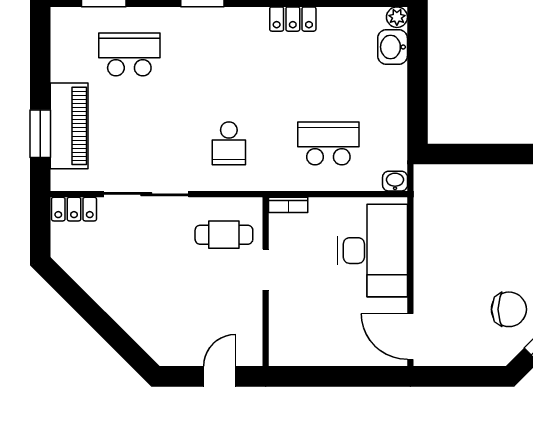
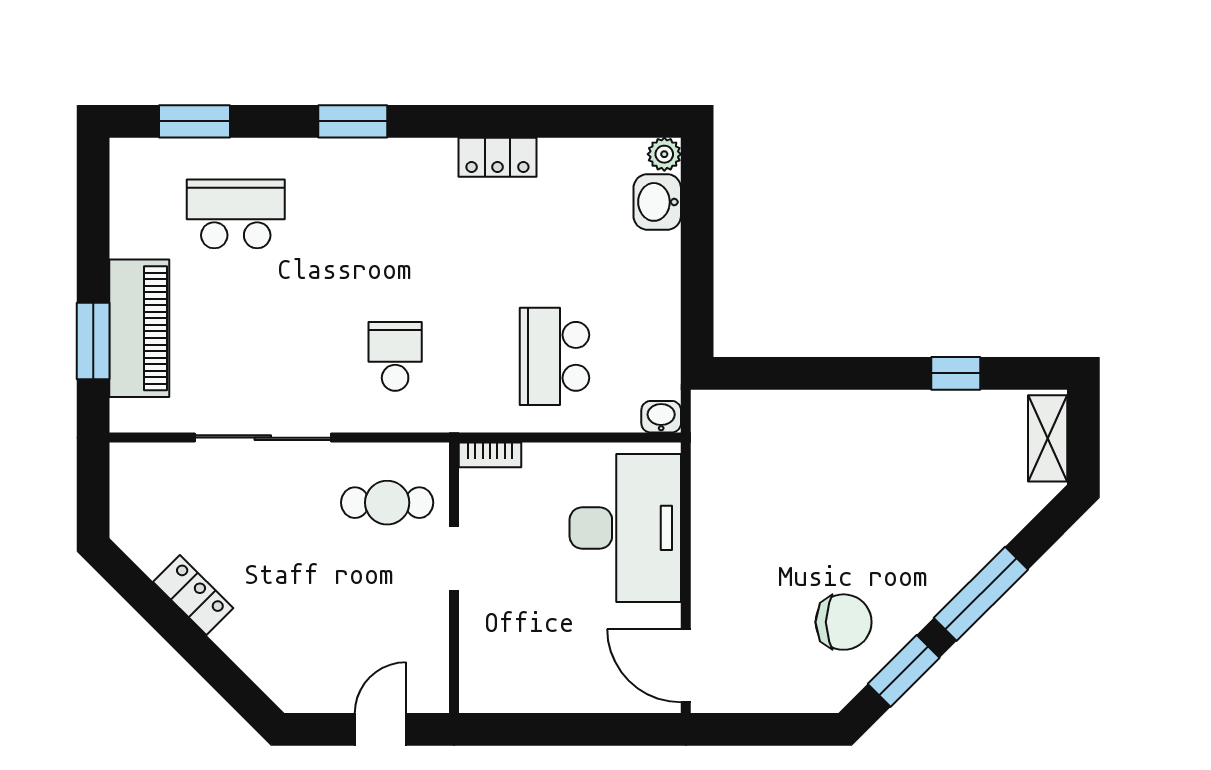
school desk: (229, 143) -> (395, 356), turned 180
school desk: (328, 143) -> (554, 356), turned -90
locker: (74, 209) -> (193, 595), moved, turned -135

